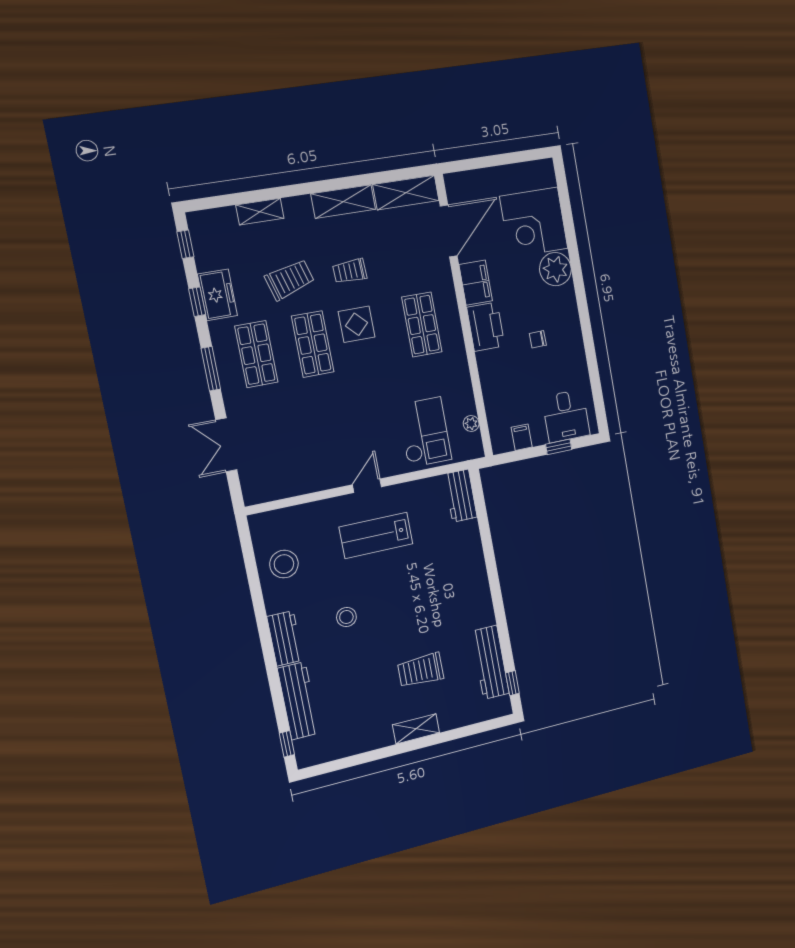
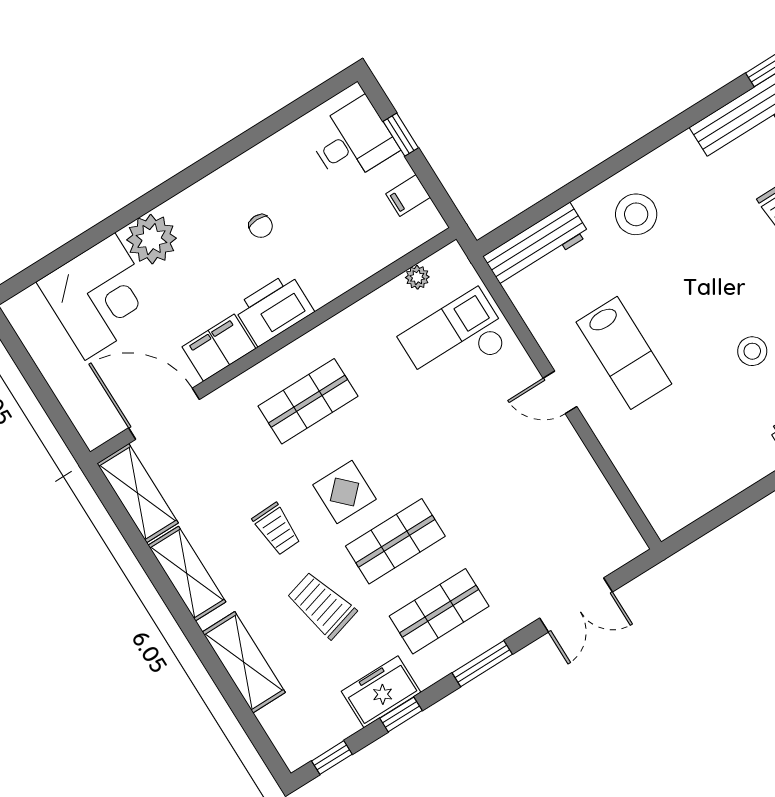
shelving: (260, 212) -> (244, 662), width x1.50, depth x1.33
workbench: (461, 496) -> (536, 246), width x1.38
stool: (284, 564) -> (636, 214), moved

